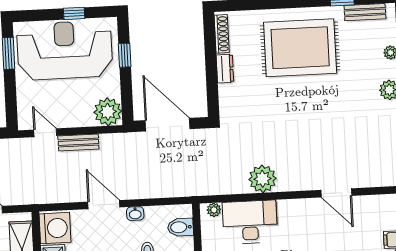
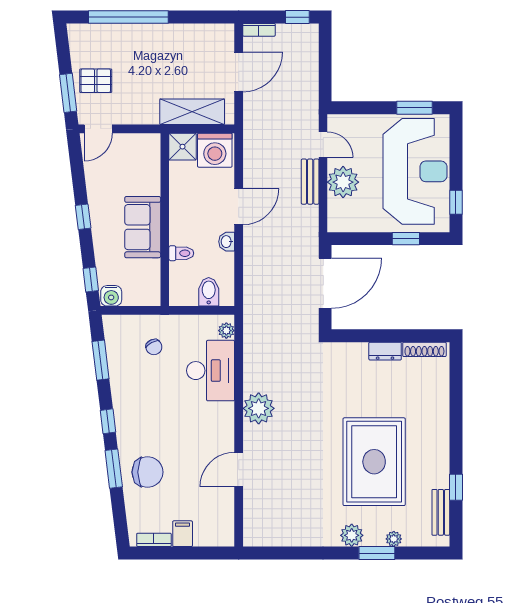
window: (74, 13) -> (456, 202), moved
rug: (300, 48) -> (374, 462), moved
plant: (108, 112) -> (343, 182), moved
door: (45, 133) -> (323, 145), hinge flipped
plant: (262, 179) -> (259, 408), moved

